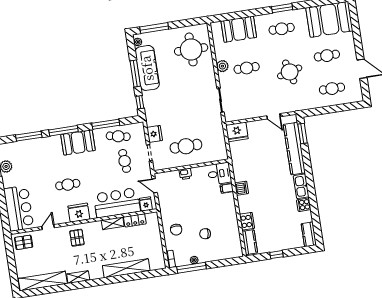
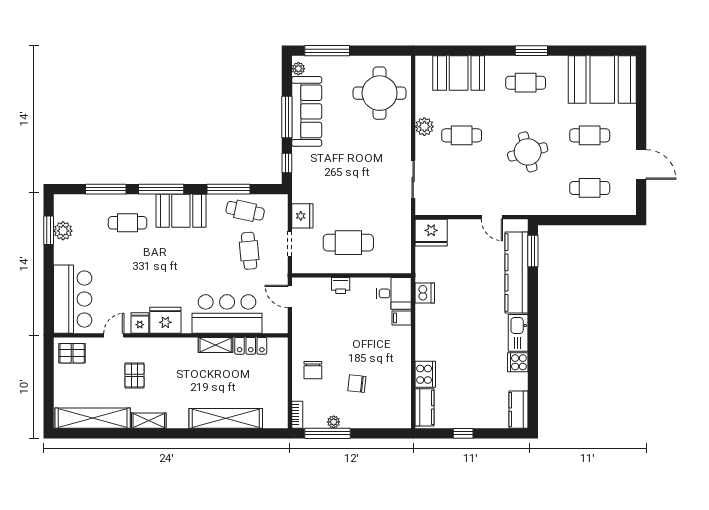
cafe table: (68, 185) -> (128, 223), moved
dishwasher: (242, 188) -> (425, 293), moved
fridge: (146, 204) -> (140, 323), moved
pallet: (77, 238) -> (134, 375), moved

